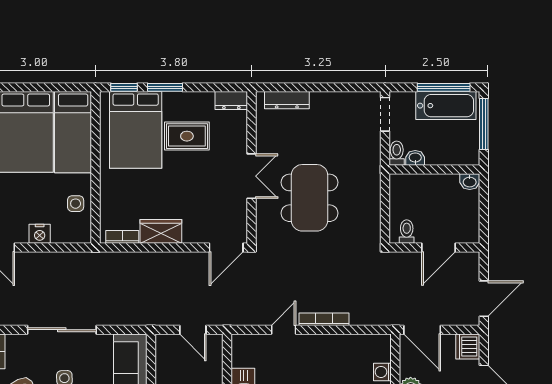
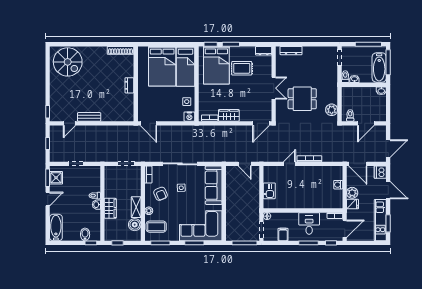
bathtub: (446, 106) -> (379, 68), moved, turned 90
dining table: (310, 198) -> (302, 99), width x0.73
plant: (369, 220) -> (332, 110), added
nightstand: (40, 234) -> (189, 117), moved

